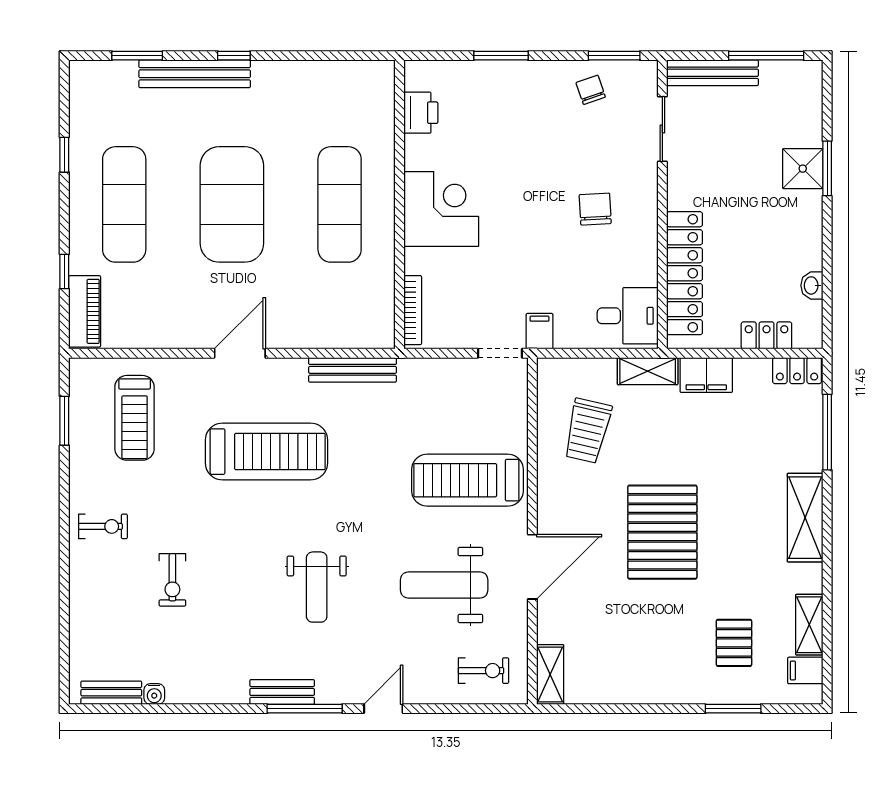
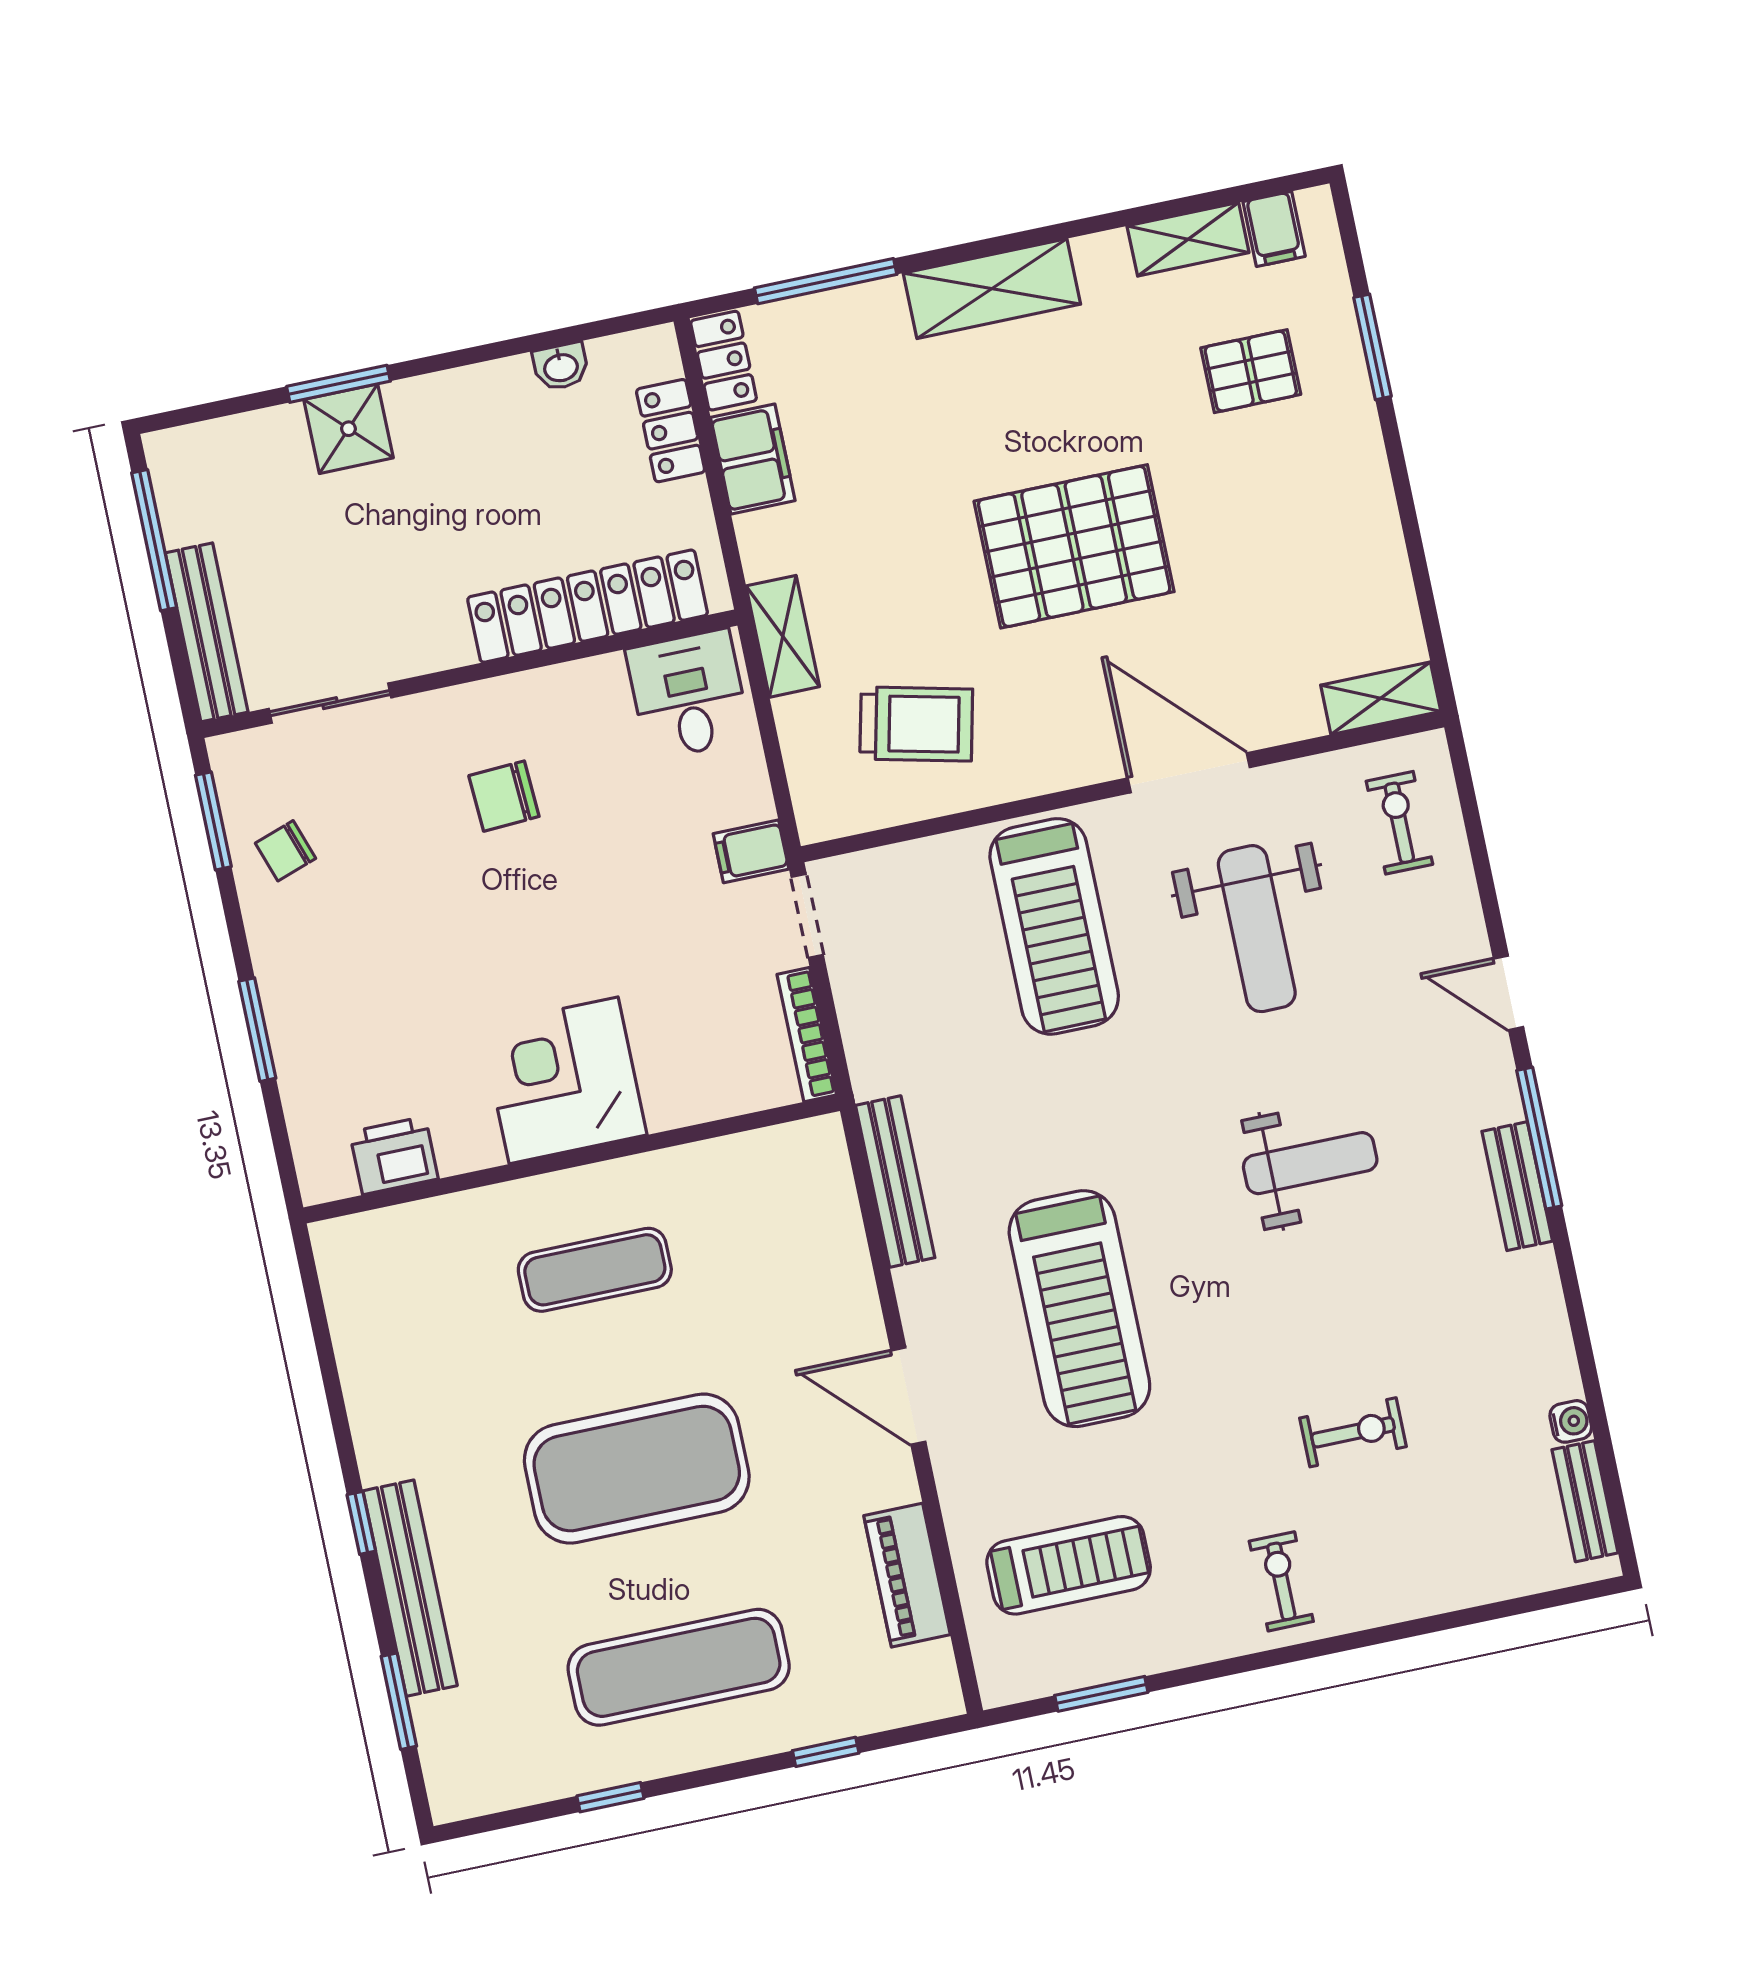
exercise mat: (340, 204) -> (595, 1270), width x0.73, depth x0.69
bookcase: (413, 310) -> (807, 1035), moved, turned -90
piano: (85, 311) -> (907, 1575), moved, turned -90
filing cabinet: (706, 375) -> (753, 459), moved
treadmill: (266, 452) -> (1079, 1309), turned 180

